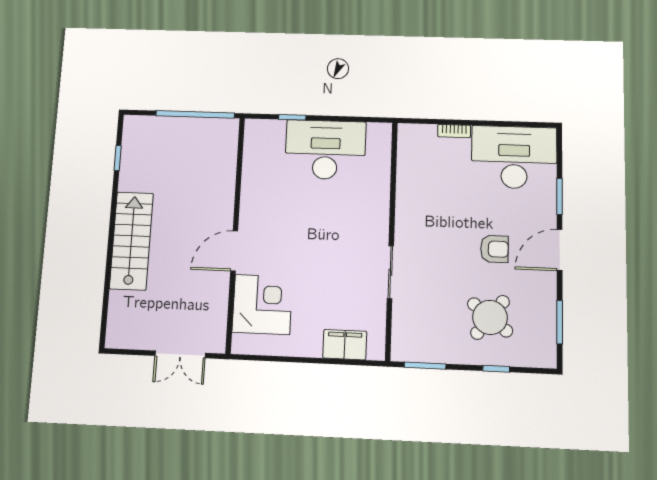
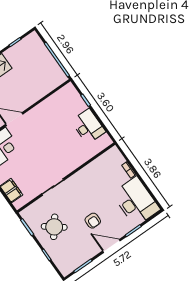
desk: (325, 150) -> (88, 126), width x0.73, depth x0.77
round table: (490, 317) -> (54, 227), moved

